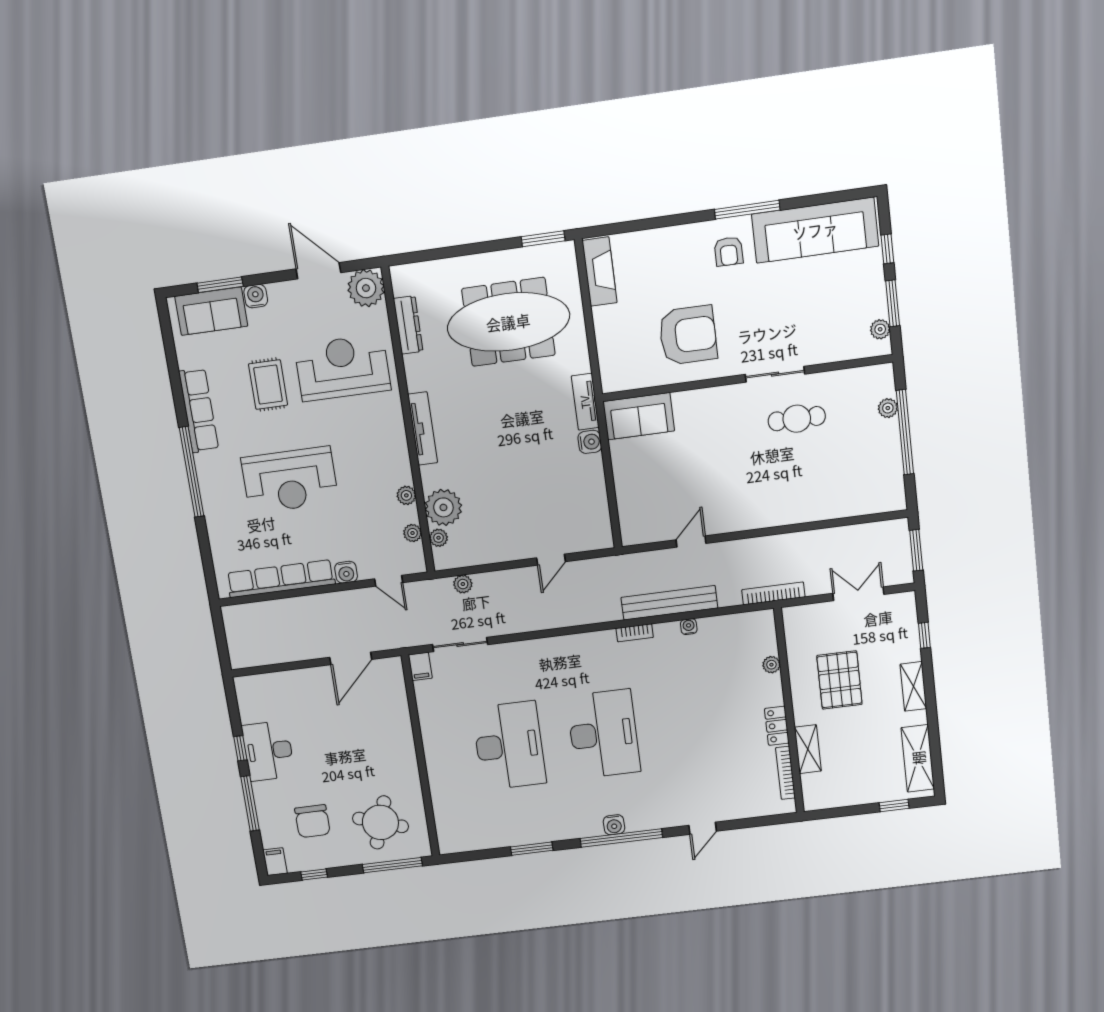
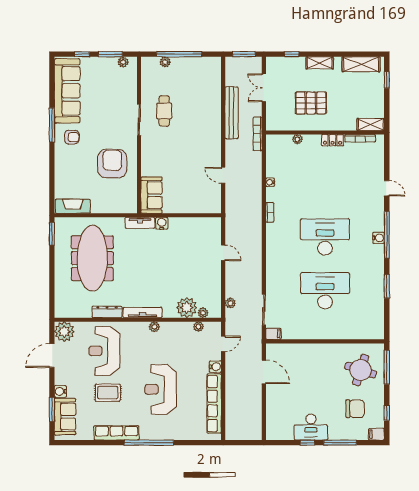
dresser: (408, 325) -> (107, 312), moved
reception desk: (290, 480) -> (161, 389), turned 180
plant: (406, 495) -> (154, 327), moved
bench: (669, 603) -> (232, 113), moved
shelving: (808, 749) -> (371, 124), moved

